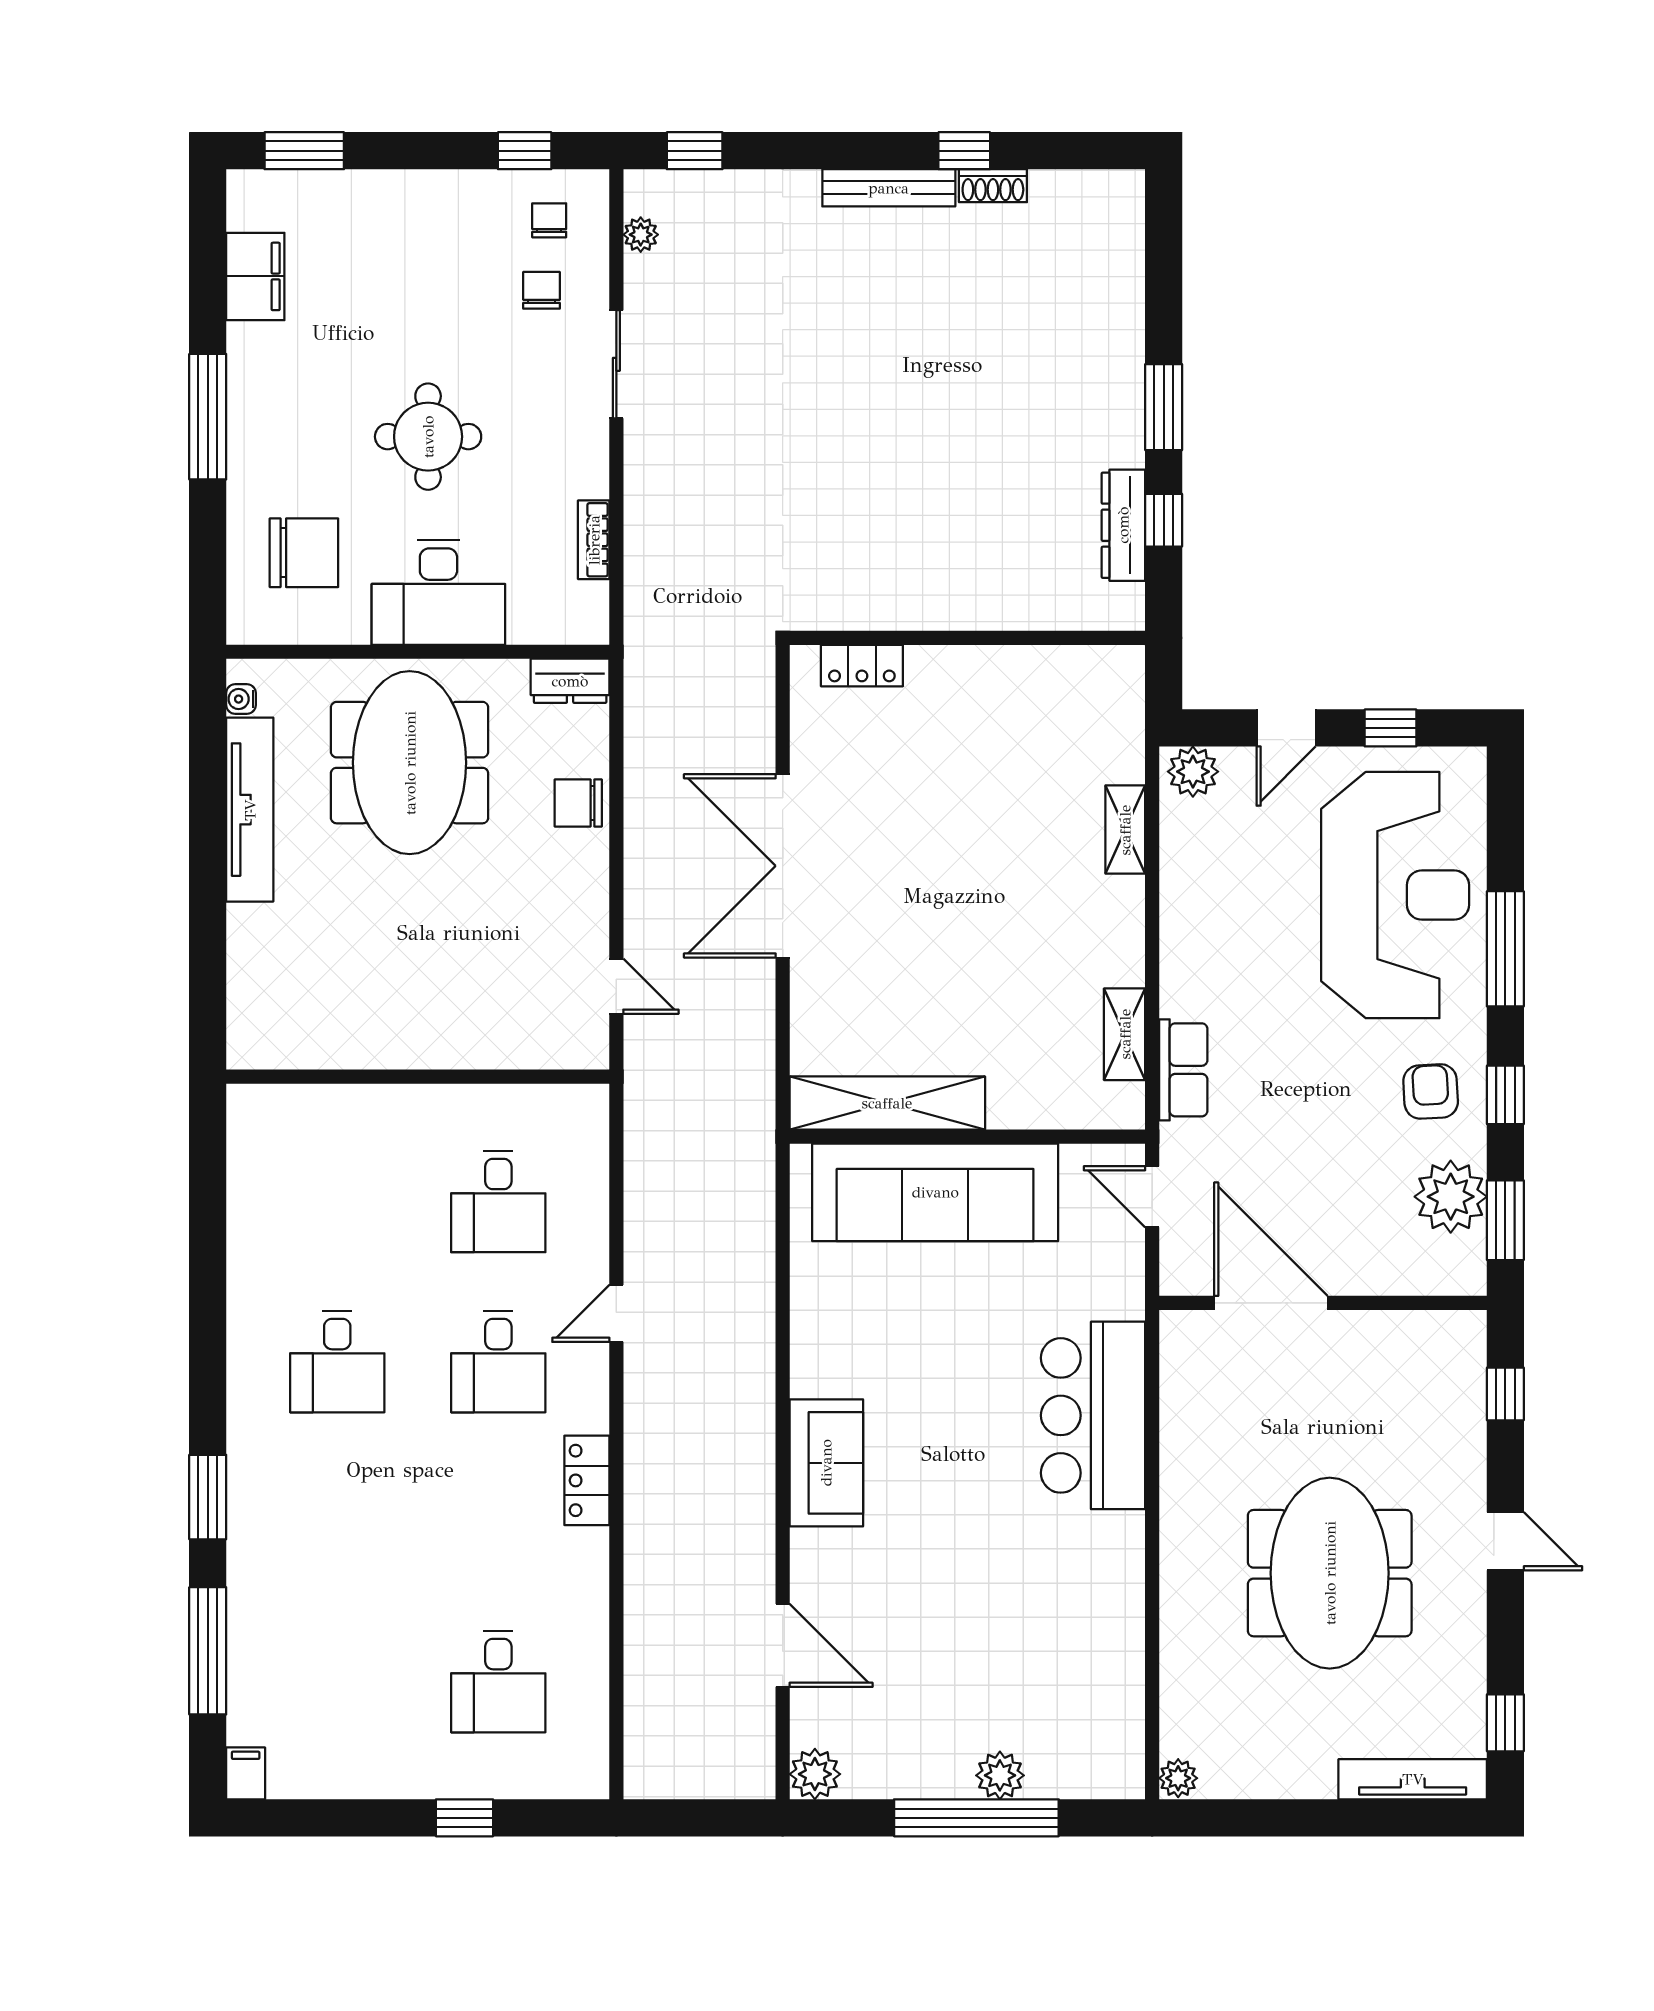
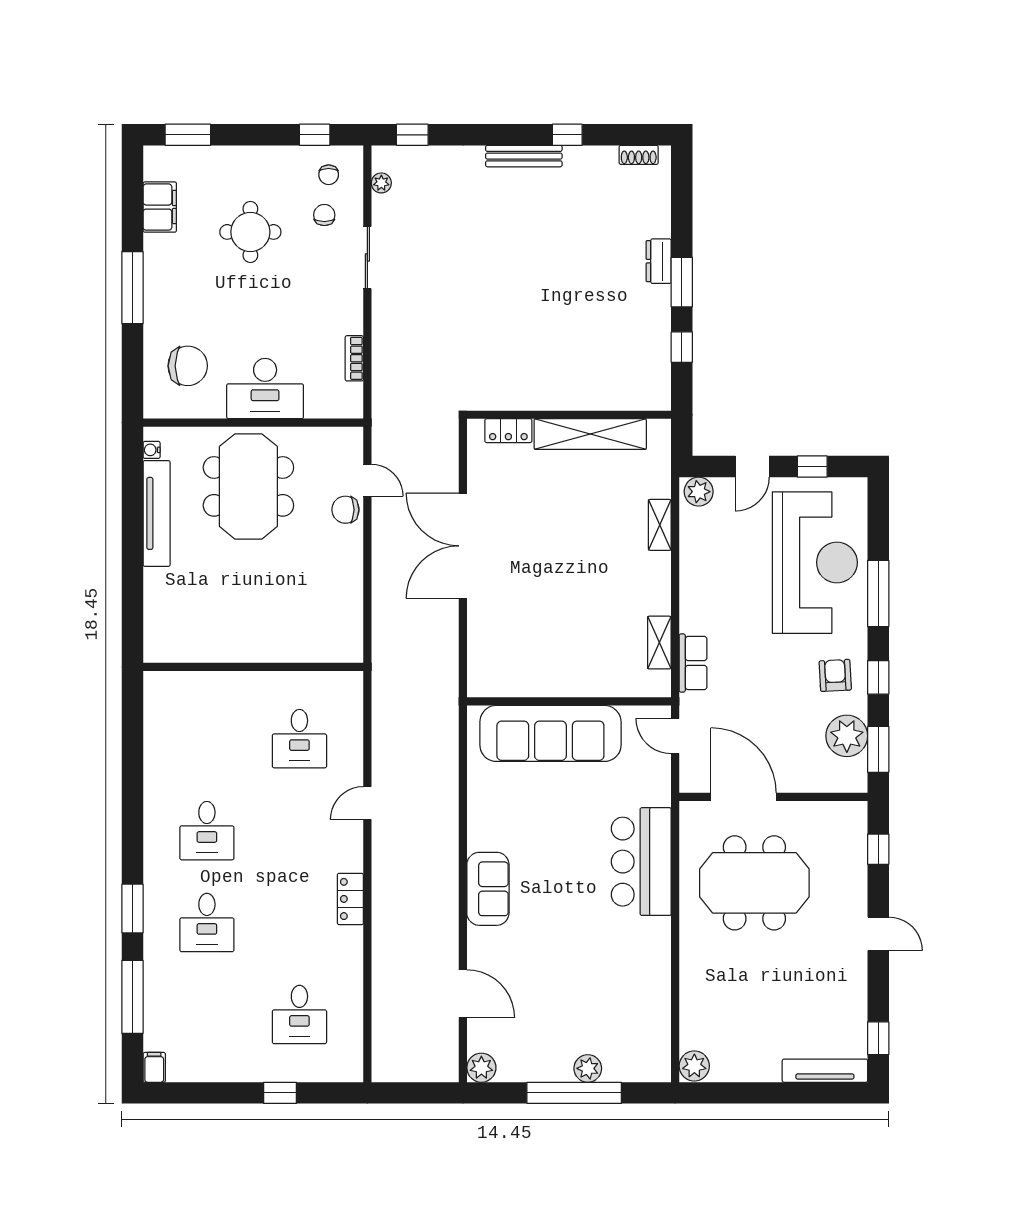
shoe rack: (993, 186) -> (639, 155), moved
chair: (549, 220) -> (329, 175), turned 180
round table: (428, 437) -> (250, 232), moved
dresser: (1123, 525) -> (659, 261), moved, width x0.70
dresser: (570, 681) -> (341, 439), removed
door: (616, 986) -> (367, 480), moved
shelving: (887, 1103) -> (590, 434), moved
desk: (498, 1361) -> (207, 923), moved
meeting table: (1330, 1573) -> (754, 883), moved, turned 90
plant: (1178, 1778) -> (694, 1066), width x1.38, depth x1.38

